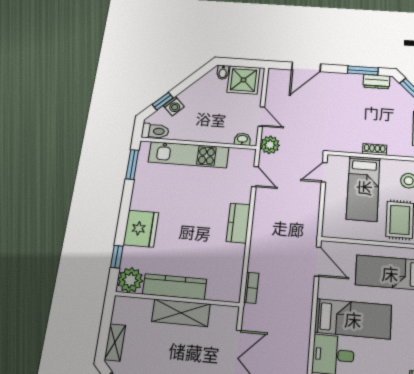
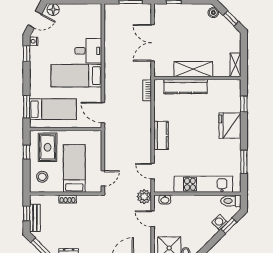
window: (132, 164) -> (244, 162), moved
plant: (130, 280) -> (232, 88), removed
kitchen counter: (175, 287) -> (186, 87), moved
shelving: (115, 342) -> (235, 65), moved

